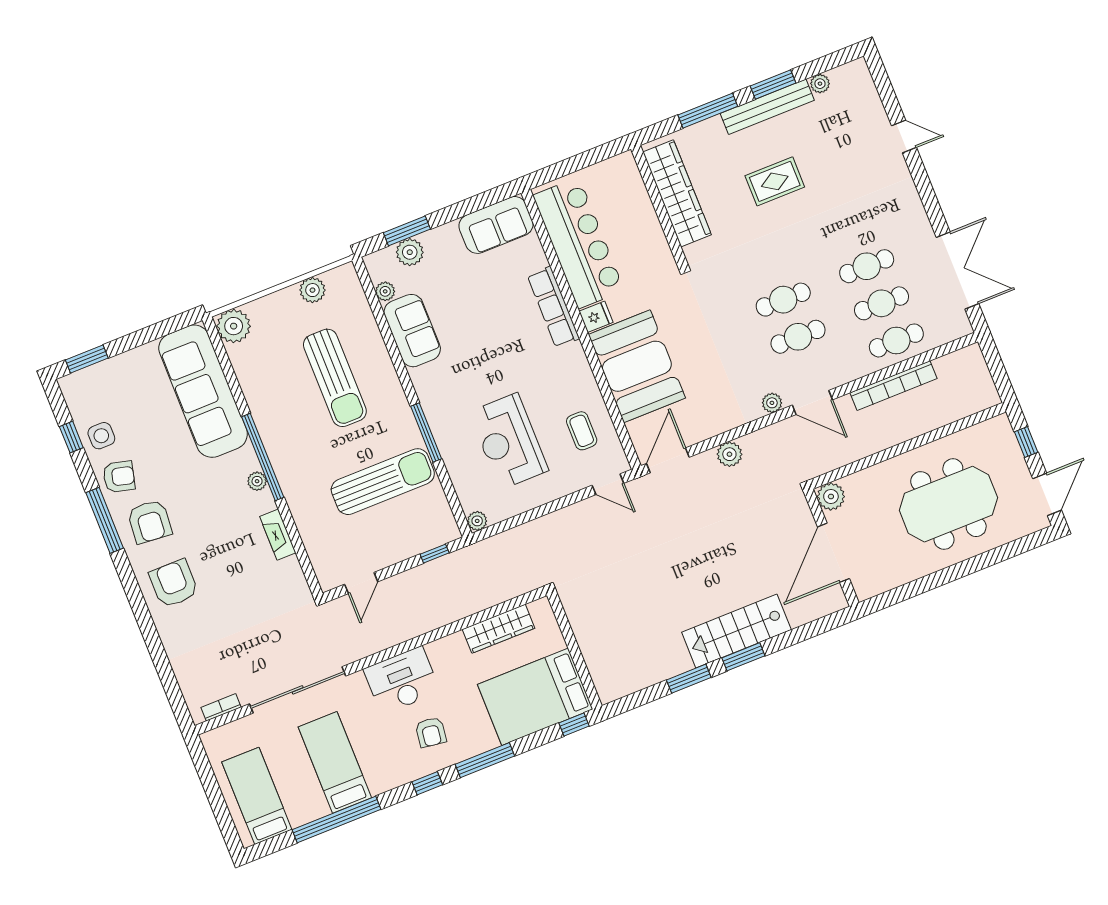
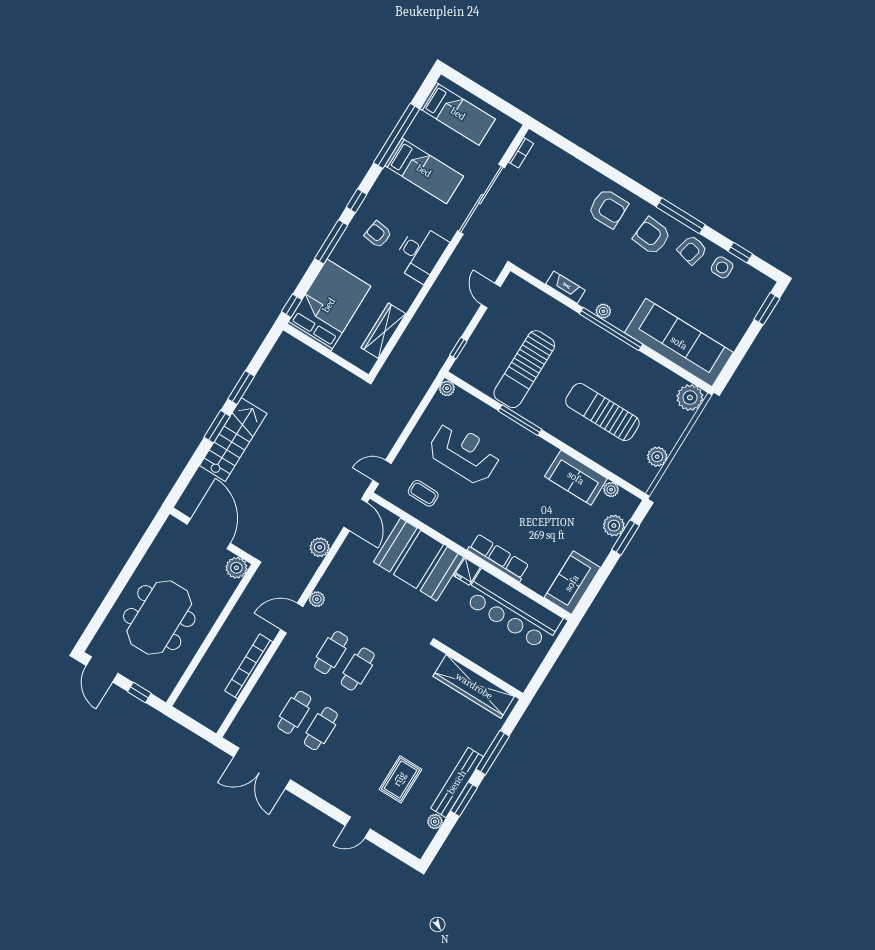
rug: (775, 181) -> (400, 779), moved
cafe table: (896, 340) -> (268, 696), removed

